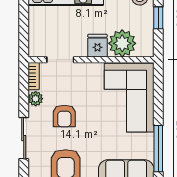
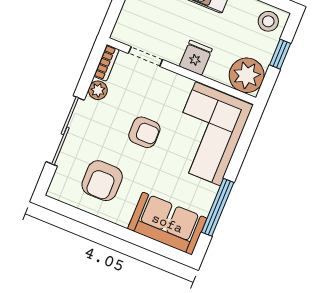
plant: (122, 43) -> (247, 75), moved
armchair: (64, 116) -> (144, 132), moved, turned -90
sliding door: (24, 138) -> (65, 131), width x1.37

